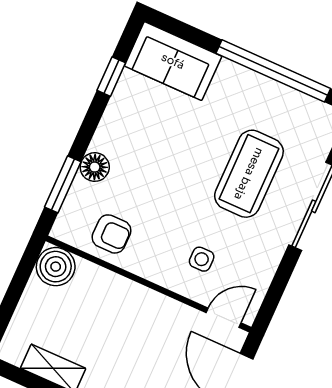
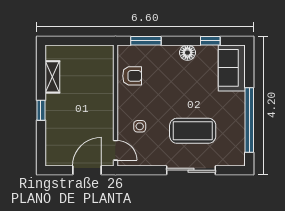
floor lamp: (95, 167) -> (187, 53), moved
armchair: (112, 234) -> (132, 76), turned -90
boiler: (56, 267) -> (103, 55), removed

